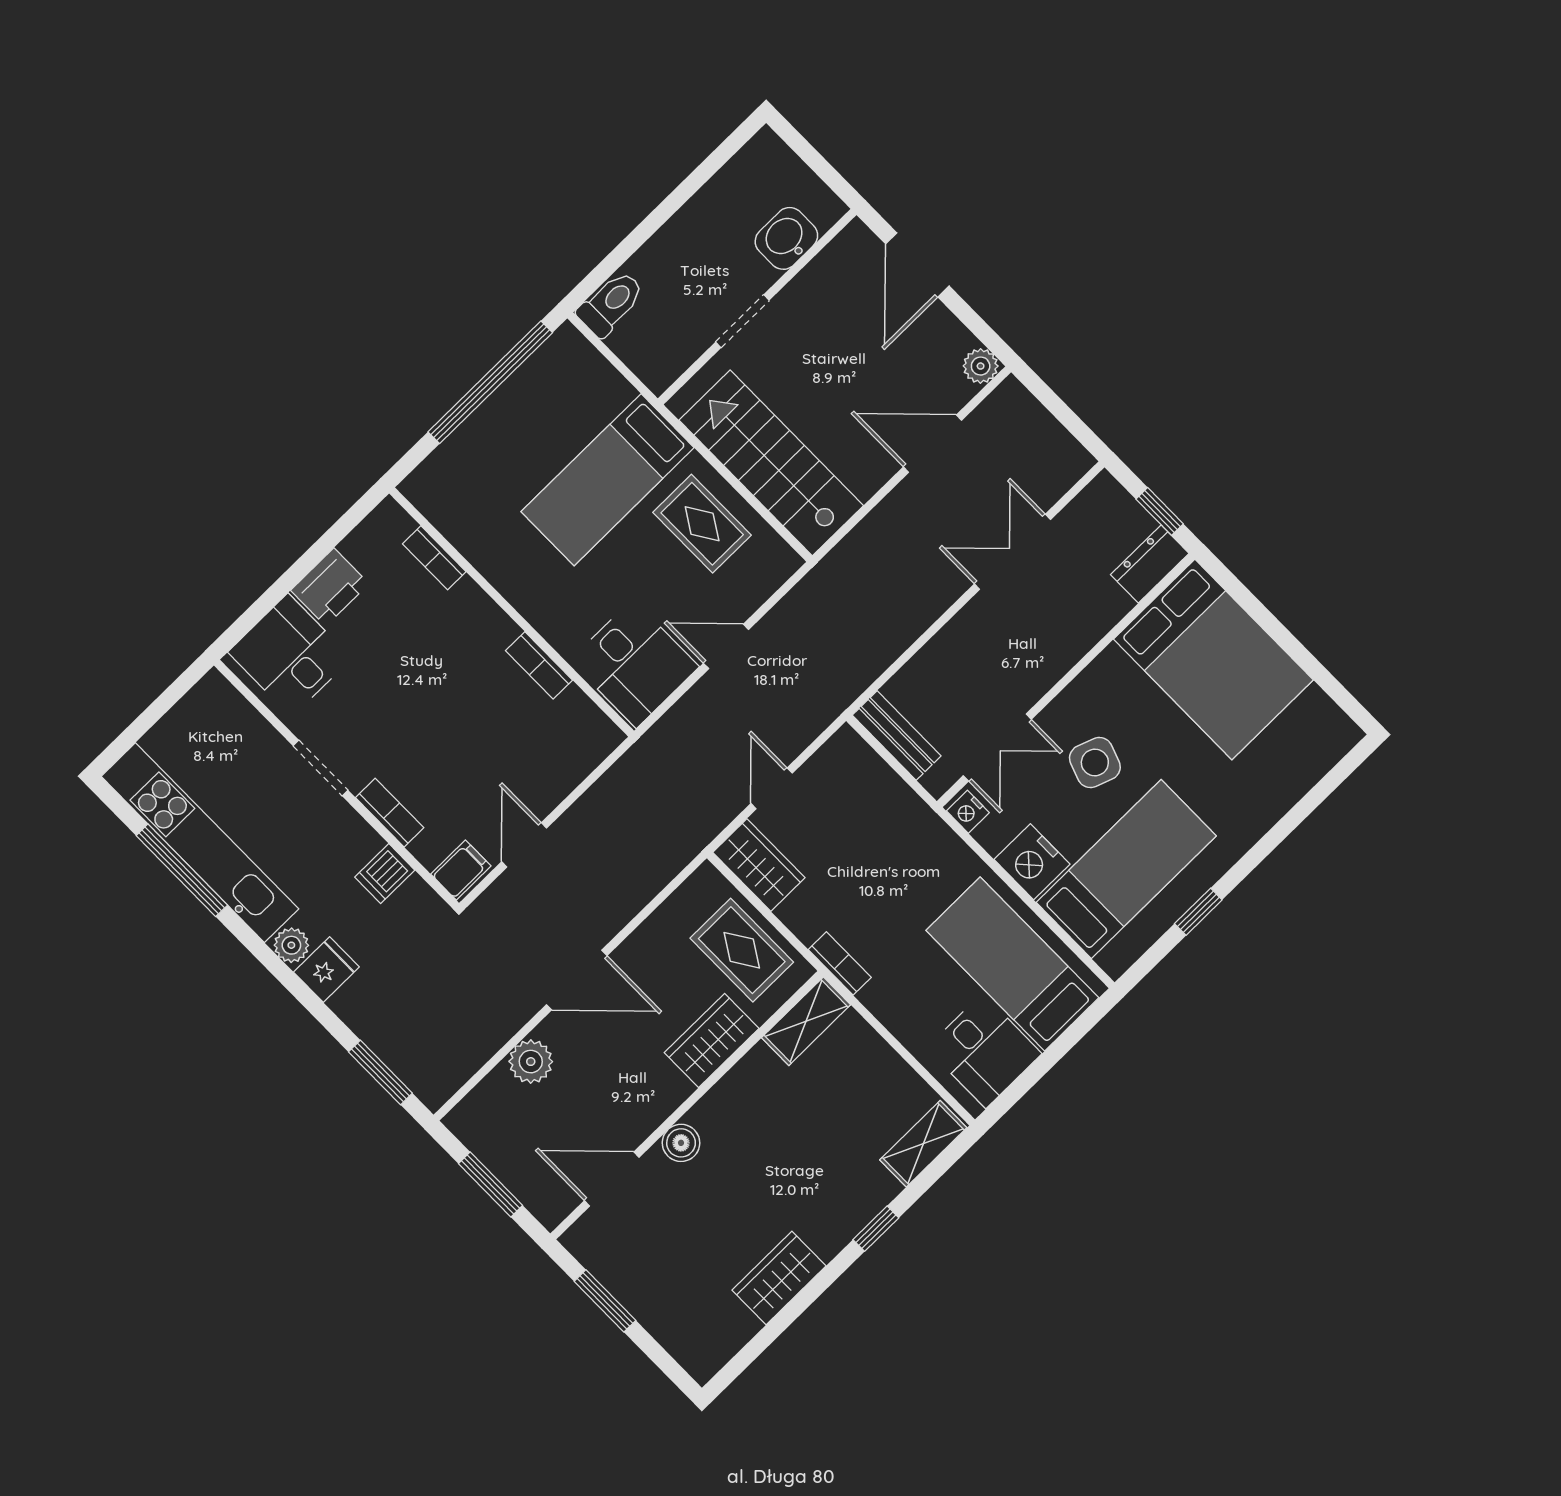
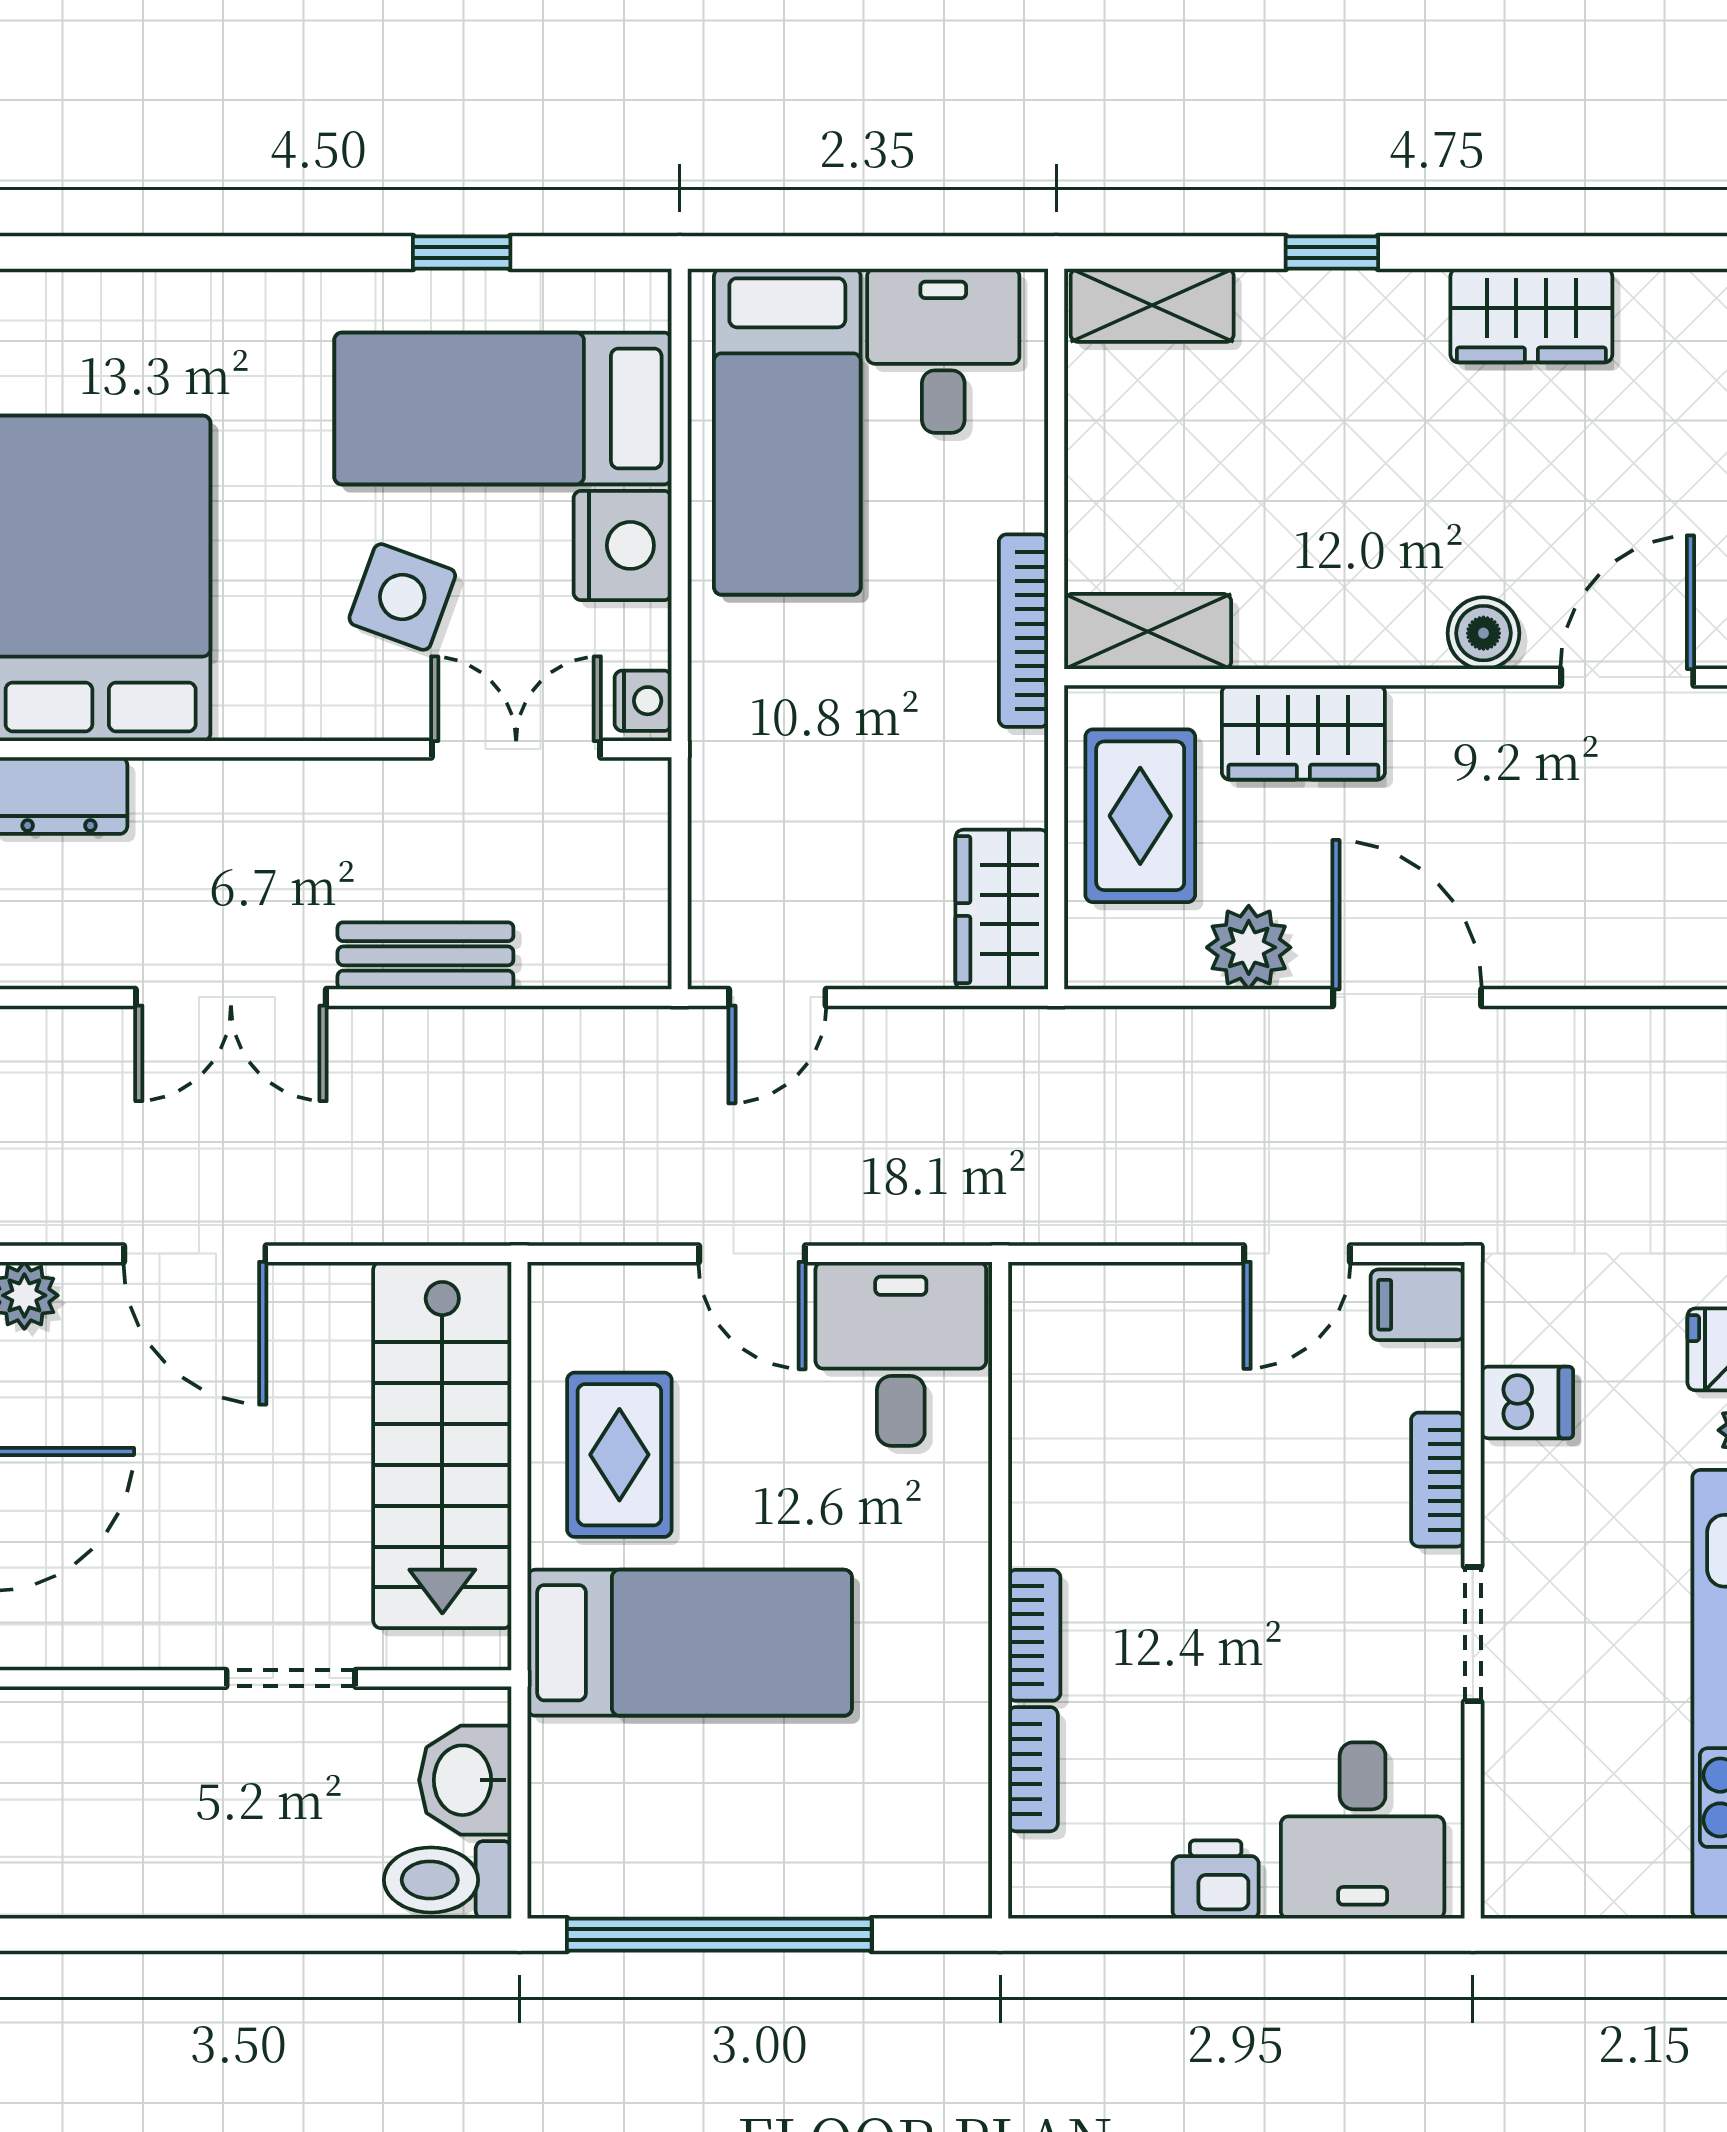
washbasin: (786, 238) -> (465, 1780), moved, turned 90
printer: (330, 587) -> (1216, 1880), width x0.73, depth x0.81
bookcase: (539, 665) -> (1034, 1635), moved
bench: (897, 736) -> (425, 956), moved, turned 90
door: (772, 788) -> (777, 997), moved
bookcase: (840, 963) -> (1023, 631), width x1.56
plant: (531, 1062) -> (1249, 947), moved
door: (612, 1179) -> (1627, 677), swing flipped

